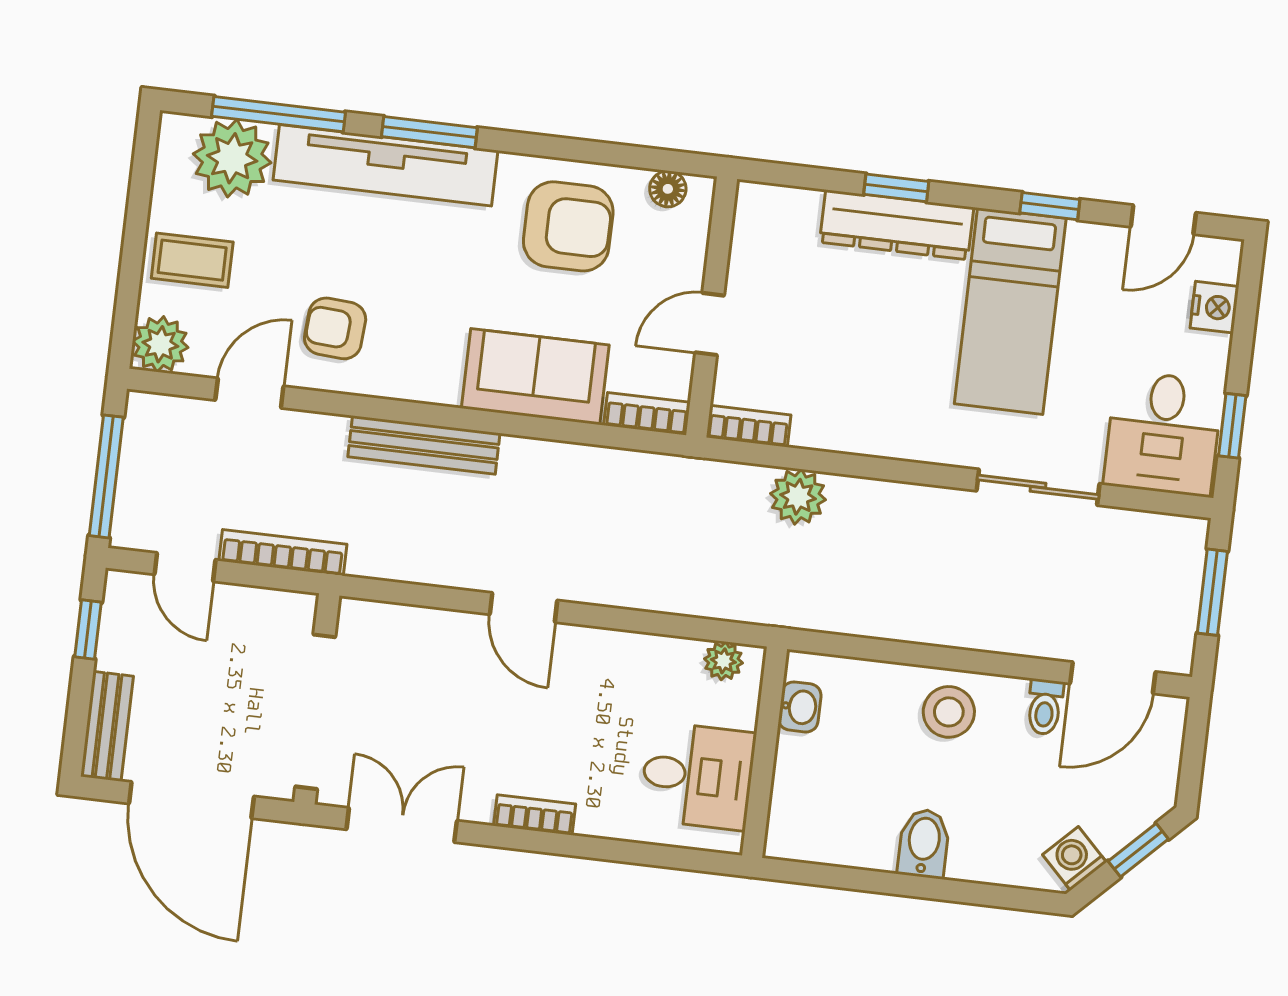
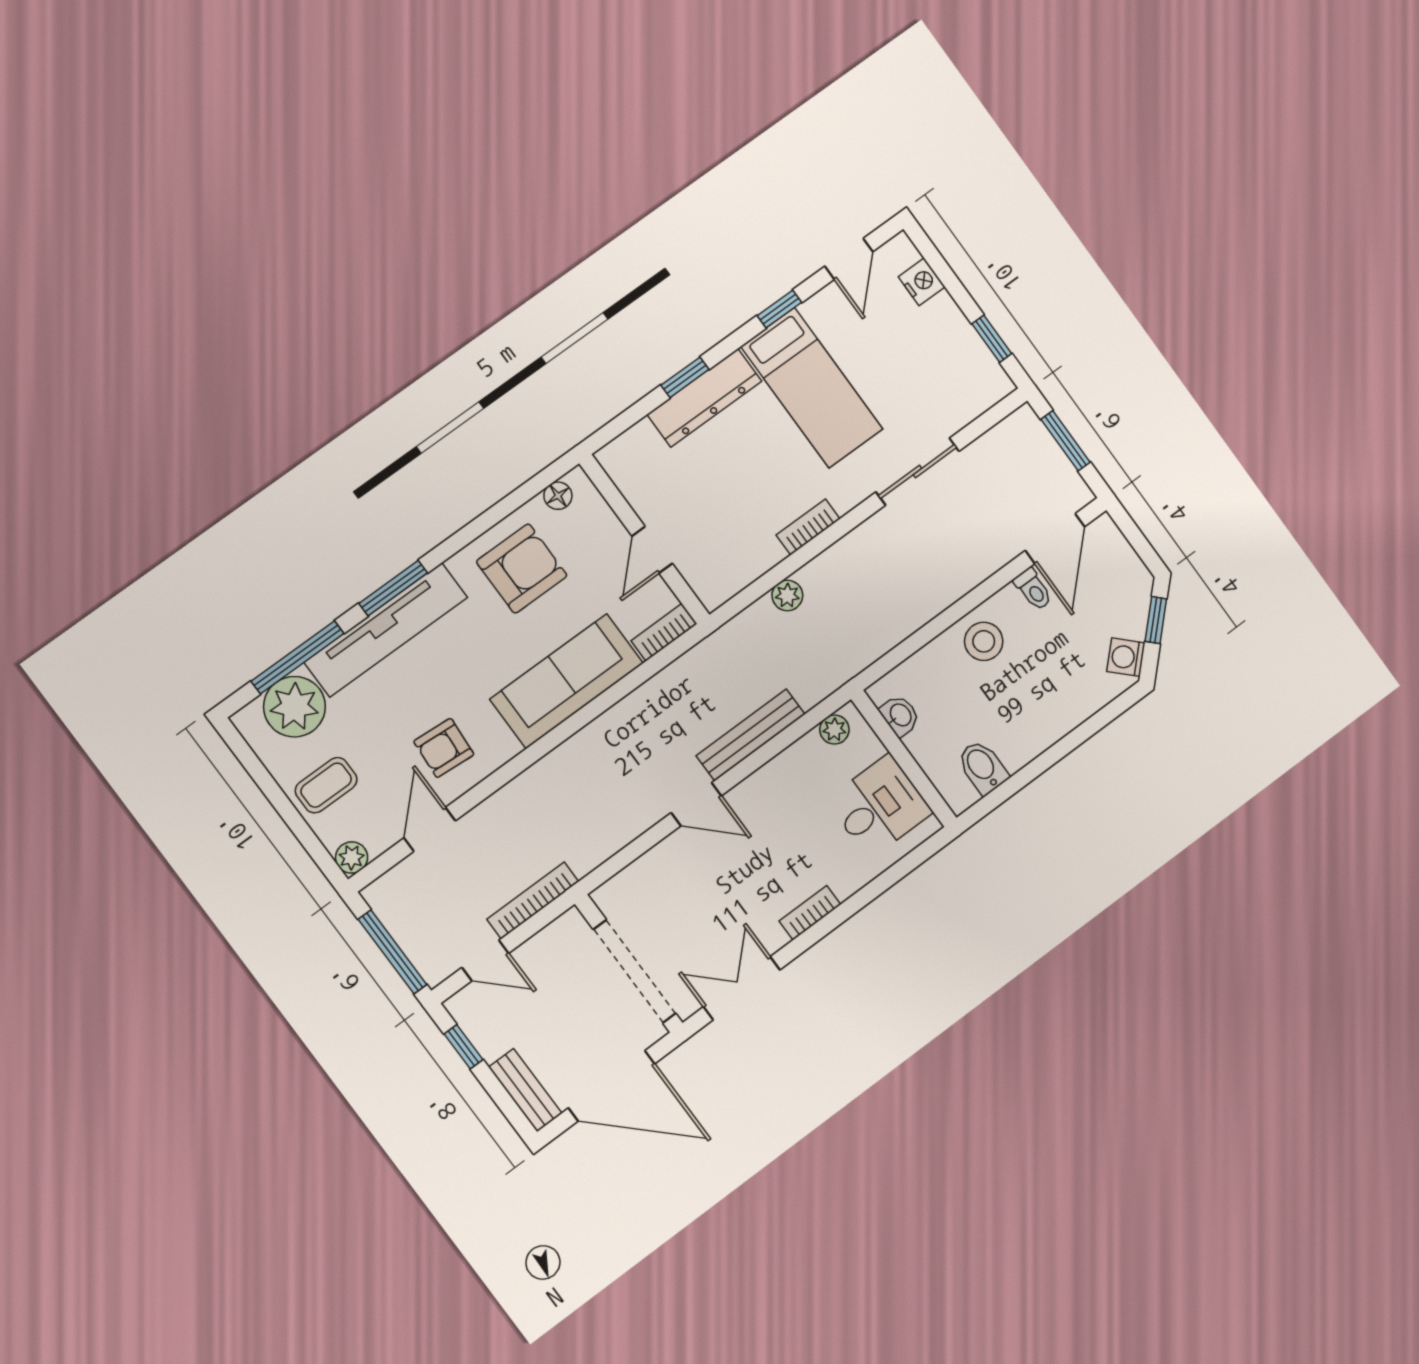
plant: (160, 344) -> (352, 858), width x0.73, depth x0.73
sofa: (535, 377) -> (567, 681), width x1.36
bookcase: (749, 426) -> (808, 527), moved
desk: (1163, 433) -> (958, 378), removed
bench: (424, 445) -> (751, 735), moved
plant: (798, 497) -> (787, 595), width x0.73, depth x0.73
bidet: (924, 843) -> (983, 767), moved

